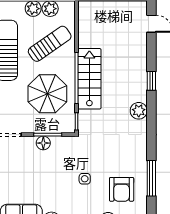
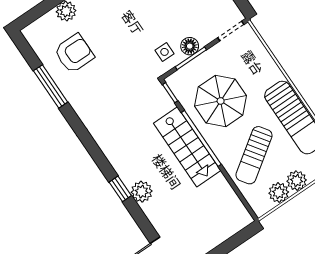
plant: (139, 111) -> (142, 192), moved
side table: (85, 179) -> (165, 52), moved
armchair: (122, 189) -> (74, 53), turned 90

